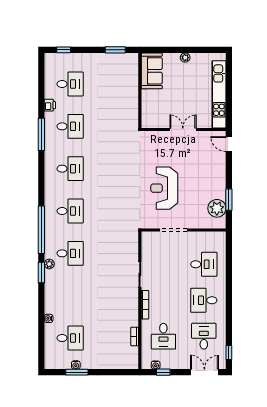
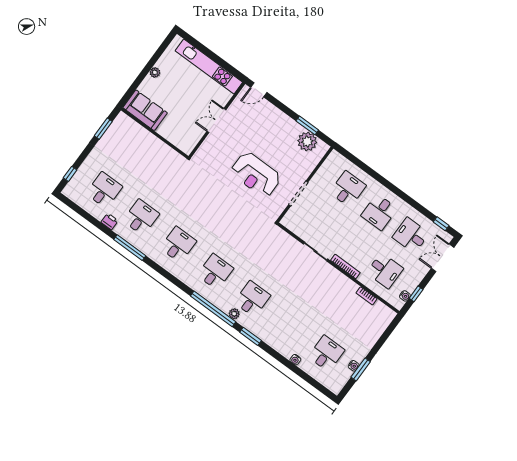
plant: (49, 264) -> (234, 314), moved

